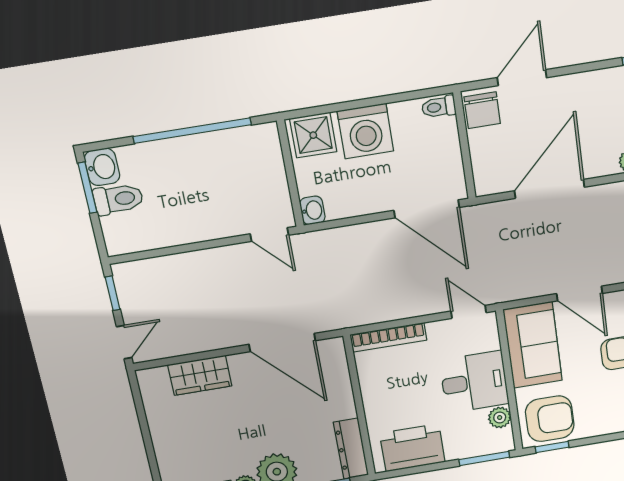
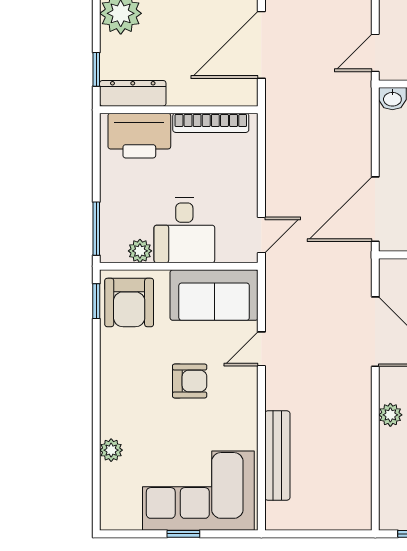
door: (579, 294) -> (261, 349), width x0.73
bookcase: (388, 337) -> (211, 123), moved, turned -90
printer: (412, 448) -> (139, 136), moved, turned 90

